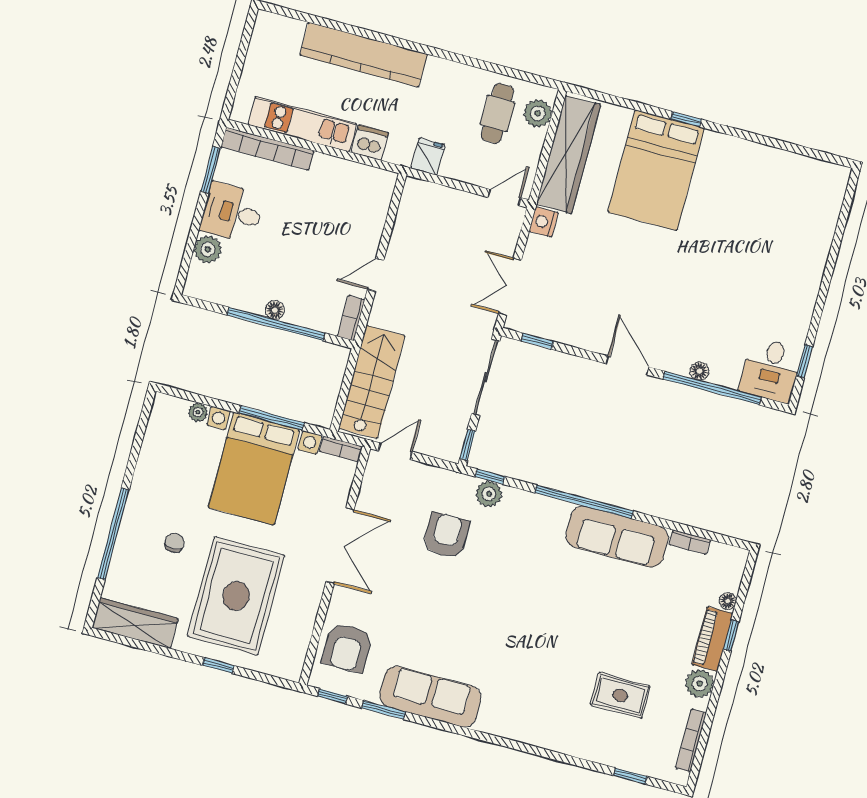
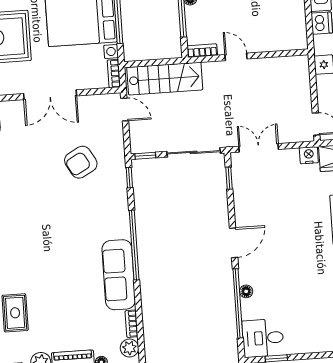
plant: (489, 494) -> (129, 348), moved
armchair: (446, 535) -> (81, 162), turned 151

